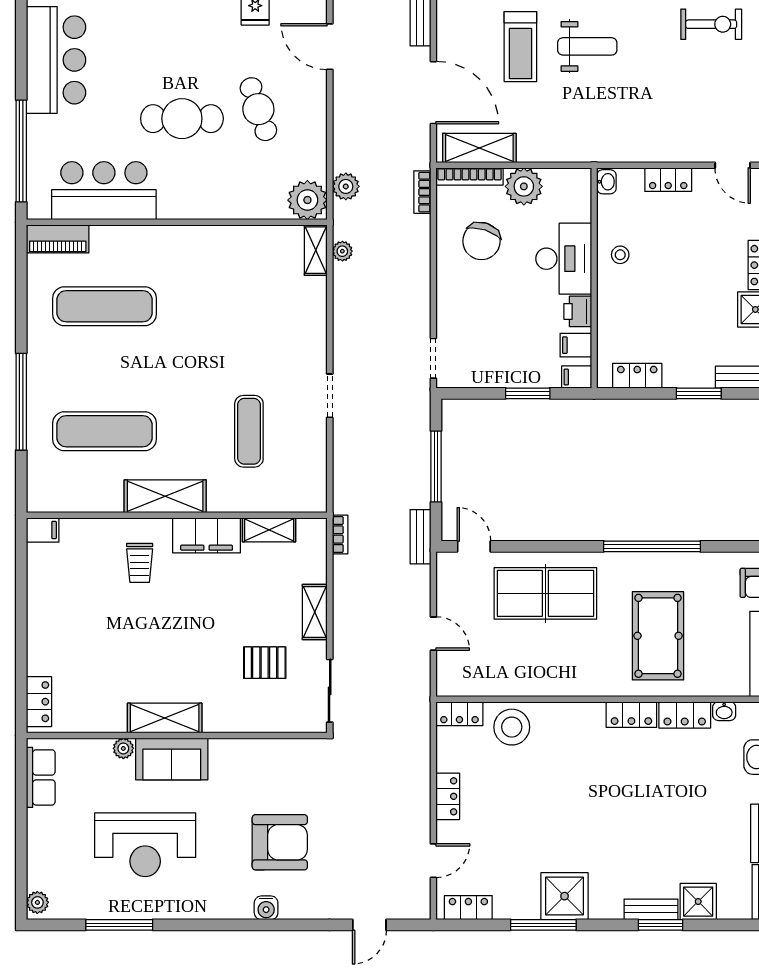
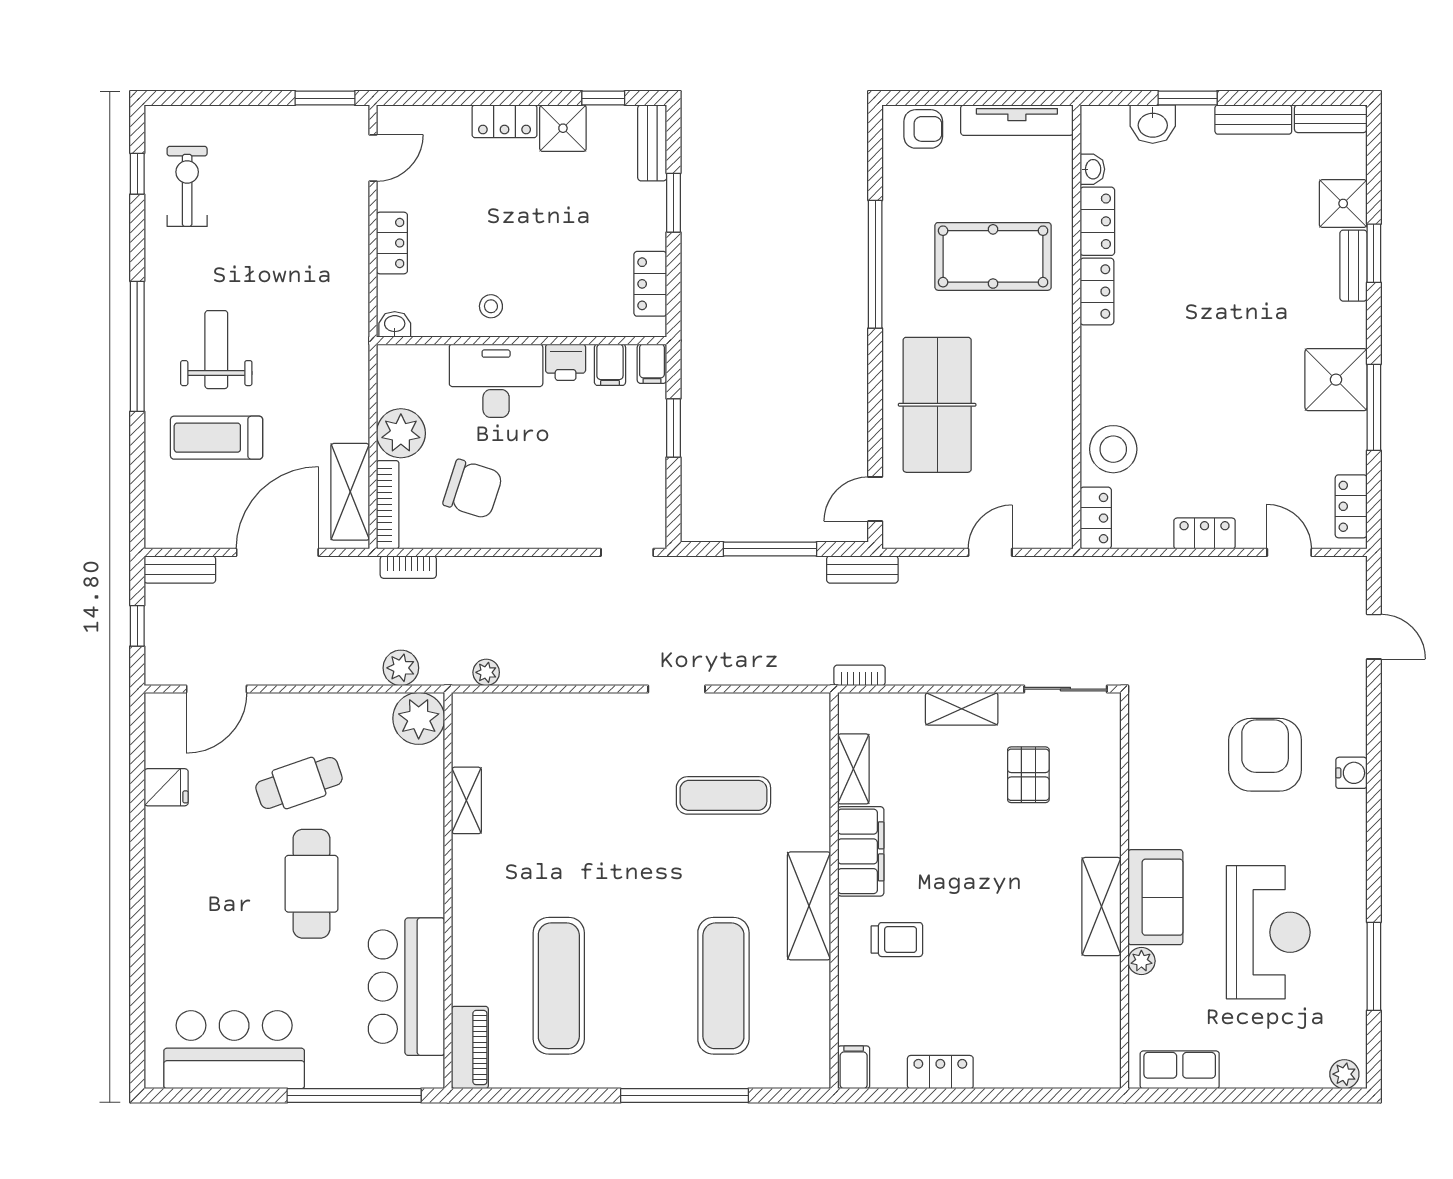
treadmill: (520, 47) -> (217, 438), turned 180
shelving: (316, 250) -> (466, 800), moved, turned 90
locker: (39, 702) -> (940, 1072), moved

